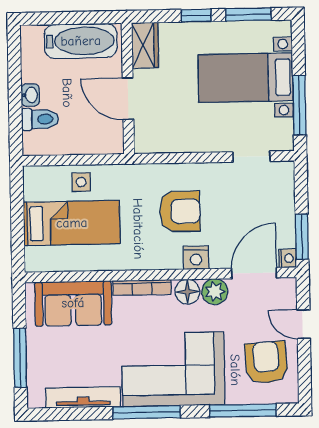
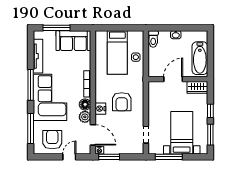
toilet: (40, 119) -> (153, 39), moved
sofa: (73, 303) -> (73, 41), moved, turned -90
armchair: (266, 362) -> (52, 140), turned -86

